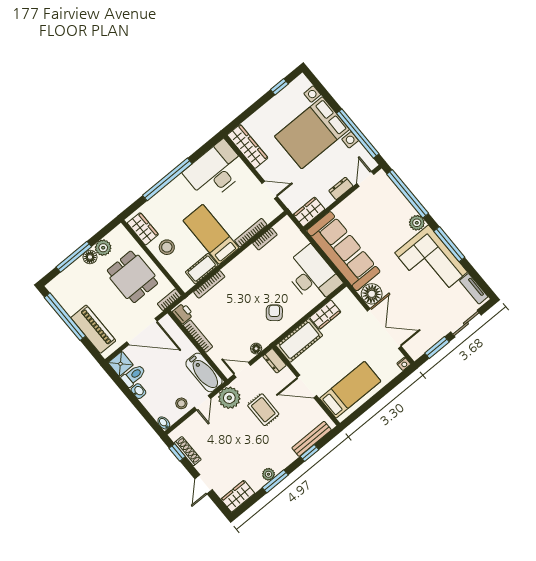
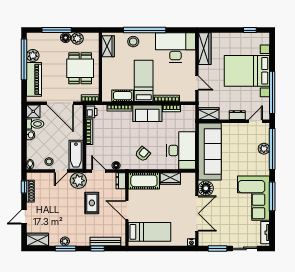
plant: (417, 223) -> (264, 149), moved
stool: (167, 247) -> (133, 42), moved
sofa: (243, 265) -> (147, 113), added
plant: (71, 305) -> (33, 55), added

